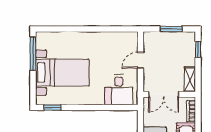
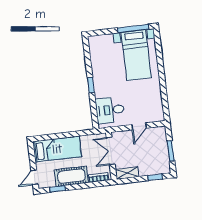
door: (140, 60) -> (139, 126), swing flipped
bed with nightstands: (62, 73) -> (136, 55), moved
window: (52, 108) -> (91, 85), moved

